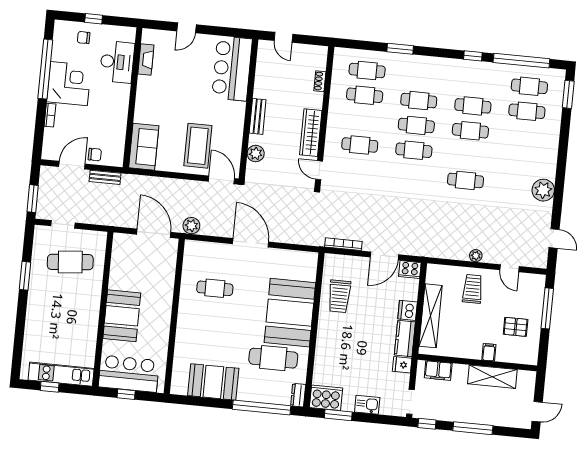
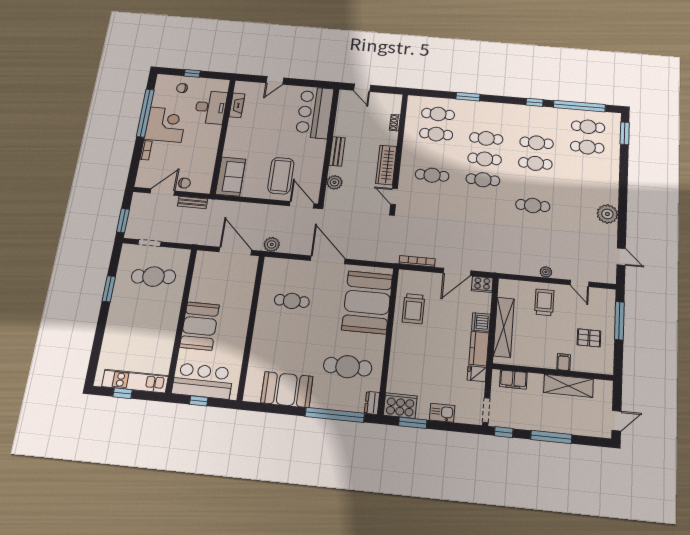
booth: (290, 313) -> (367, 302), moved

